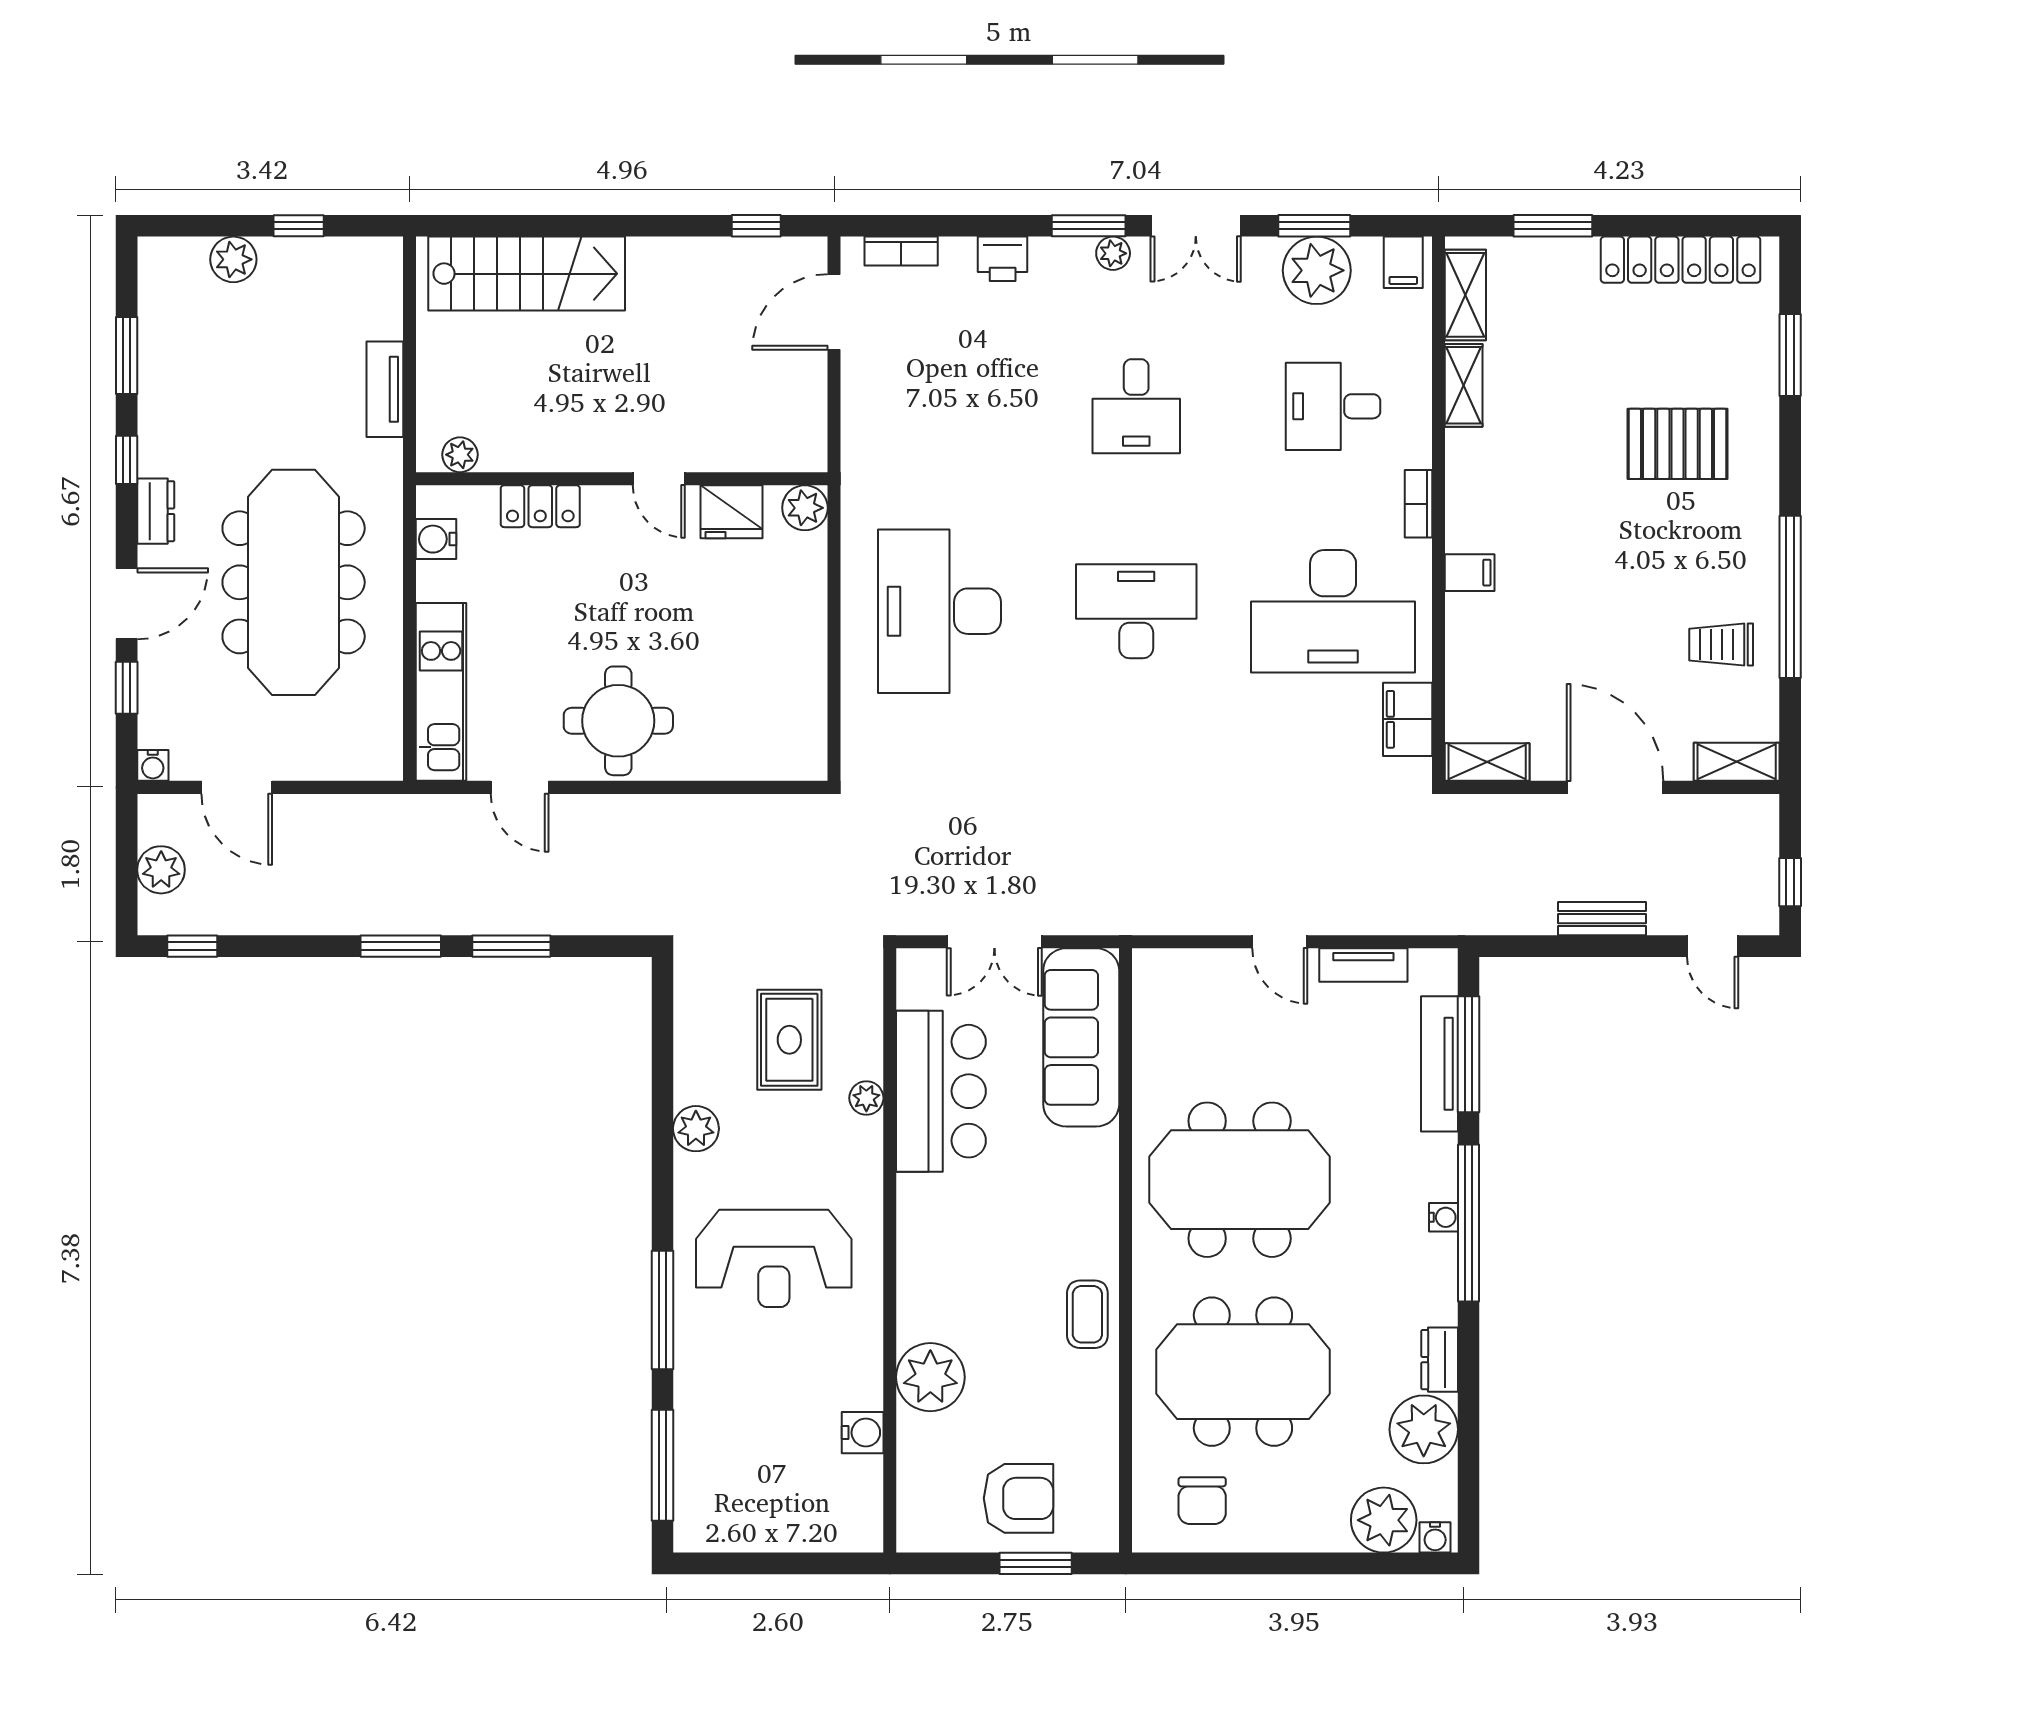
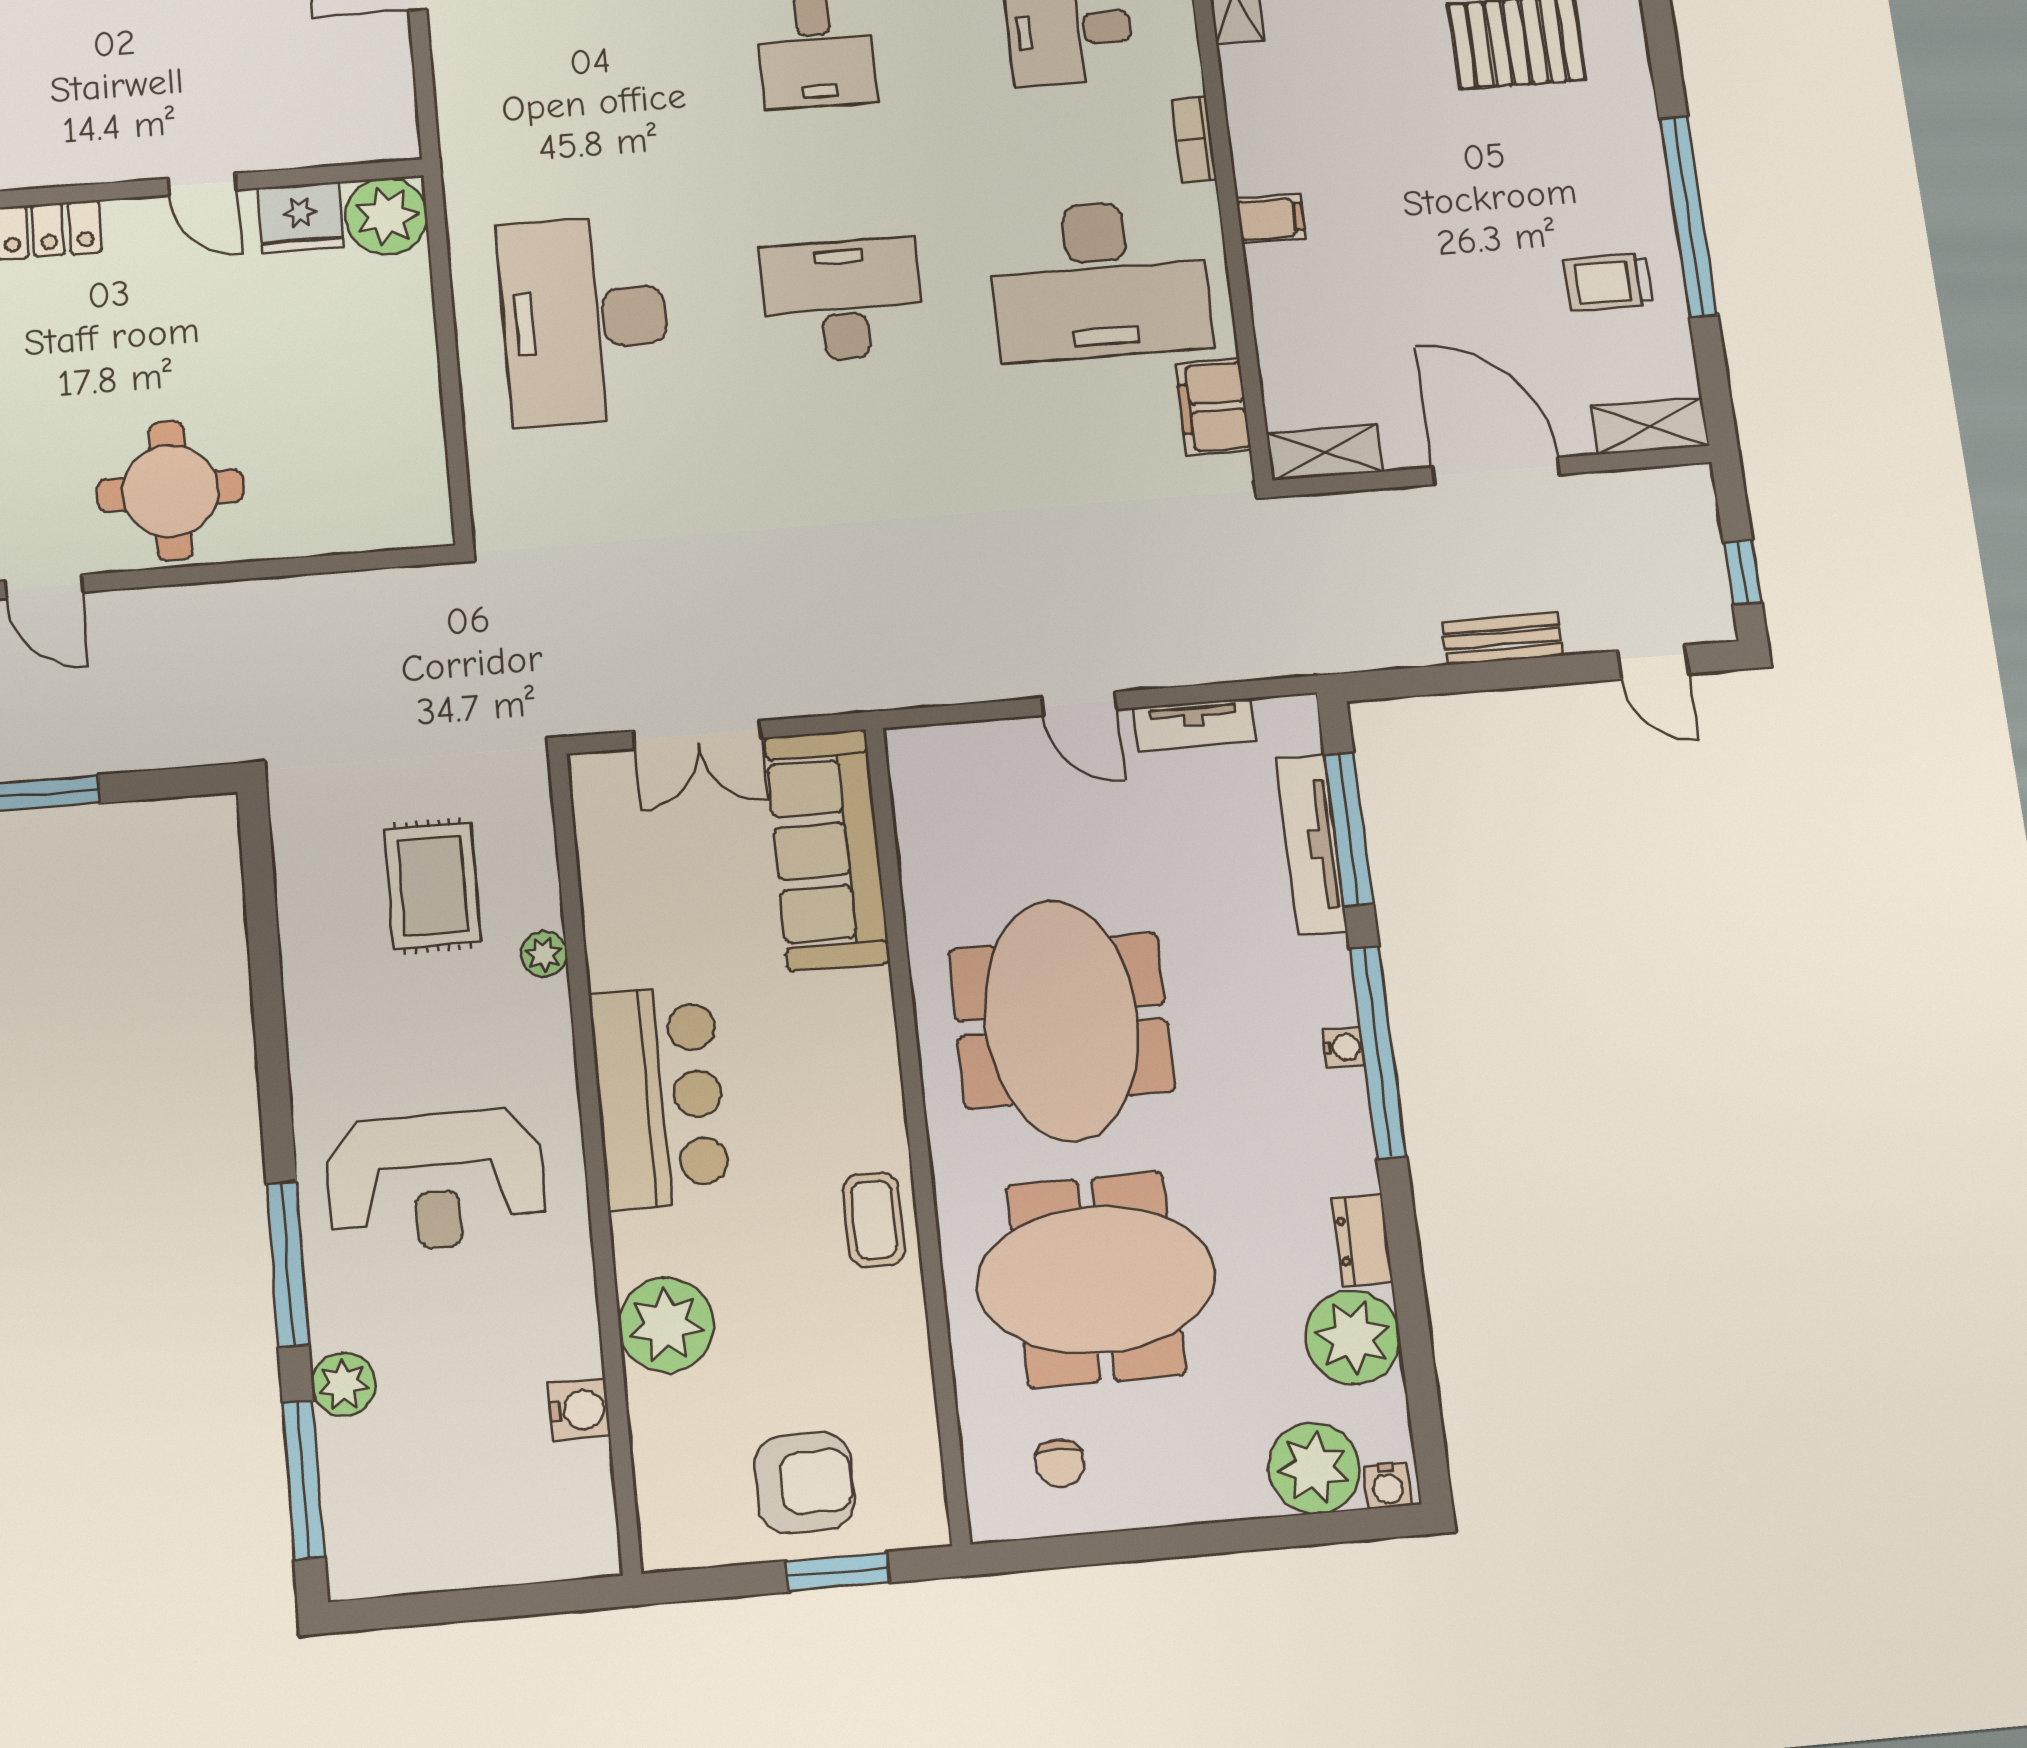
plant: (805, 508) -> (386, 216), width x1.36, depth x1.36
bar counter: (941, 1091) -> (659, 1097), moved
plant: (696, 1129) -> (343, 1384), moved
meeting table: (1240, 1180) -> (1061, 1020), turned 90
chair: (1202, 1501) -> (1060, 1463), width x0.73, depth x0.73

